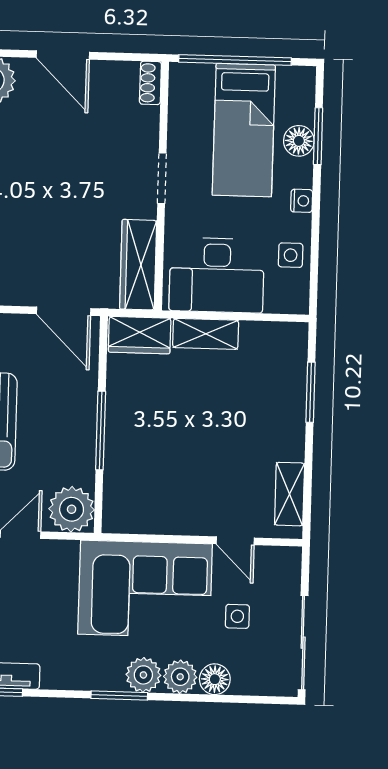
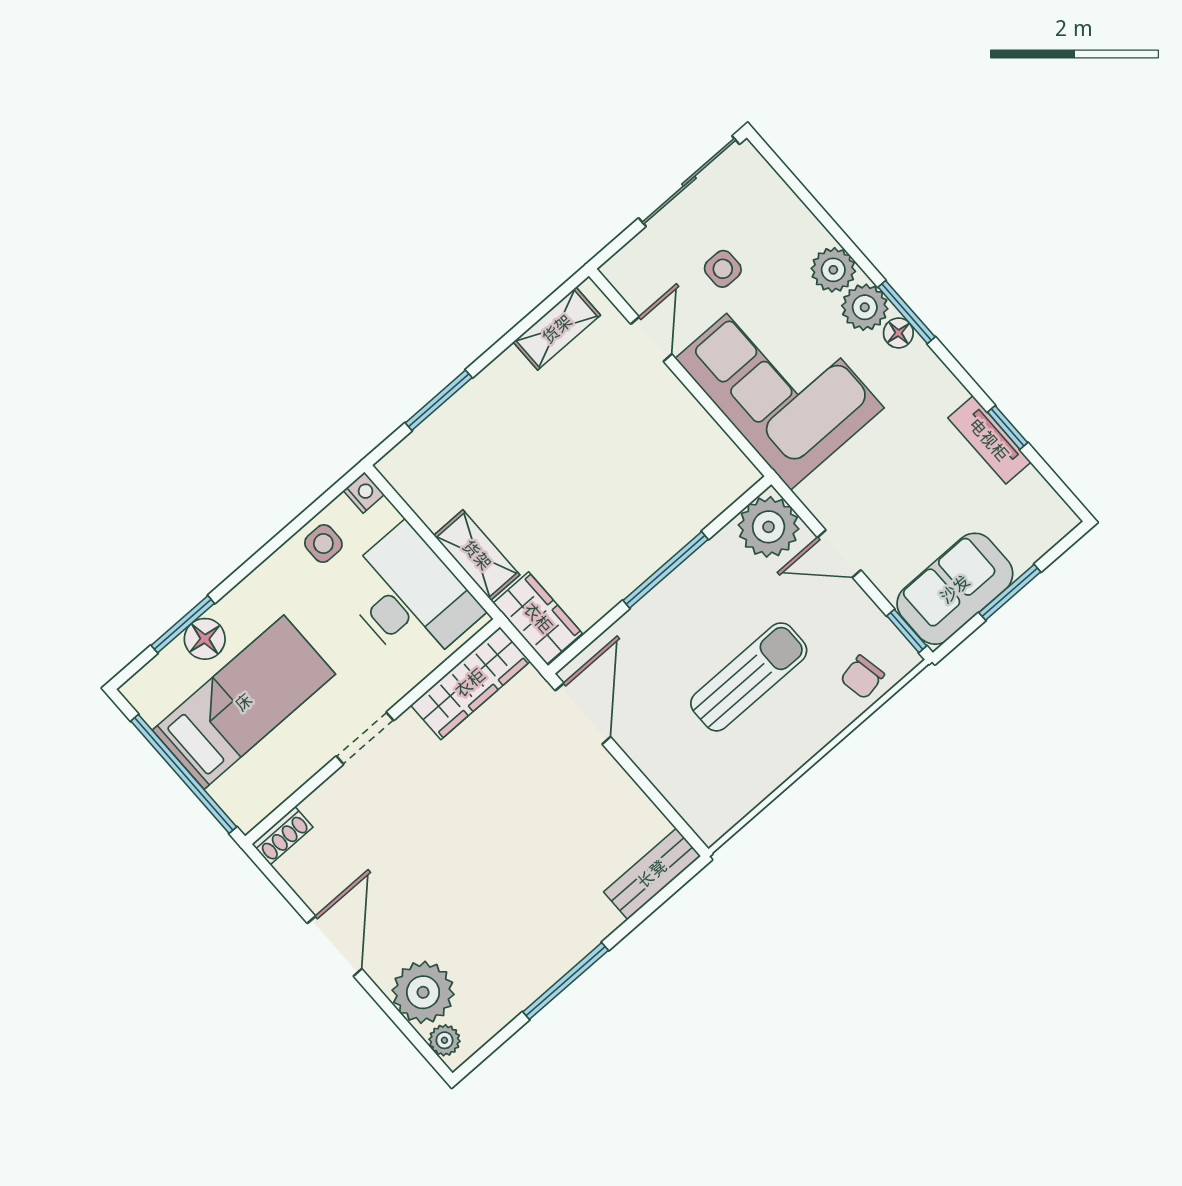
nightstand: (302, 201) -> (364, 493), moved, turned 90
floor lamp: (215, 679) -> (898, 333), moved, width x0.73, depth x0.73

